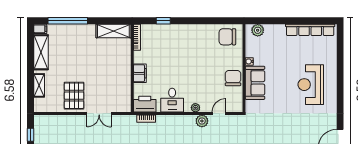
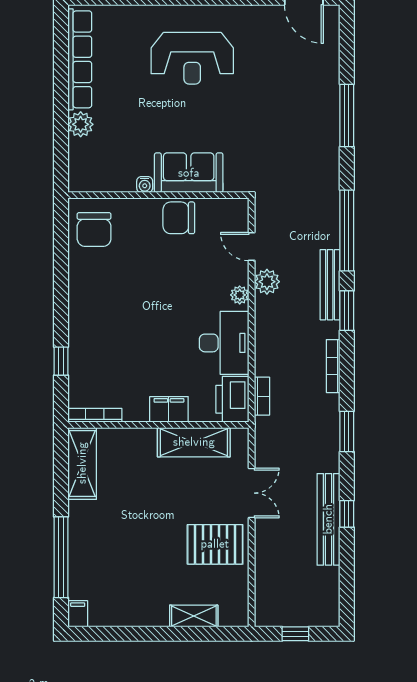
plant: (258, 30) -> (81, 124), moved
shelving: (41, 52) -> (194, 442), moved
desk: (172, 100) -> (224, 343), width x1.37

